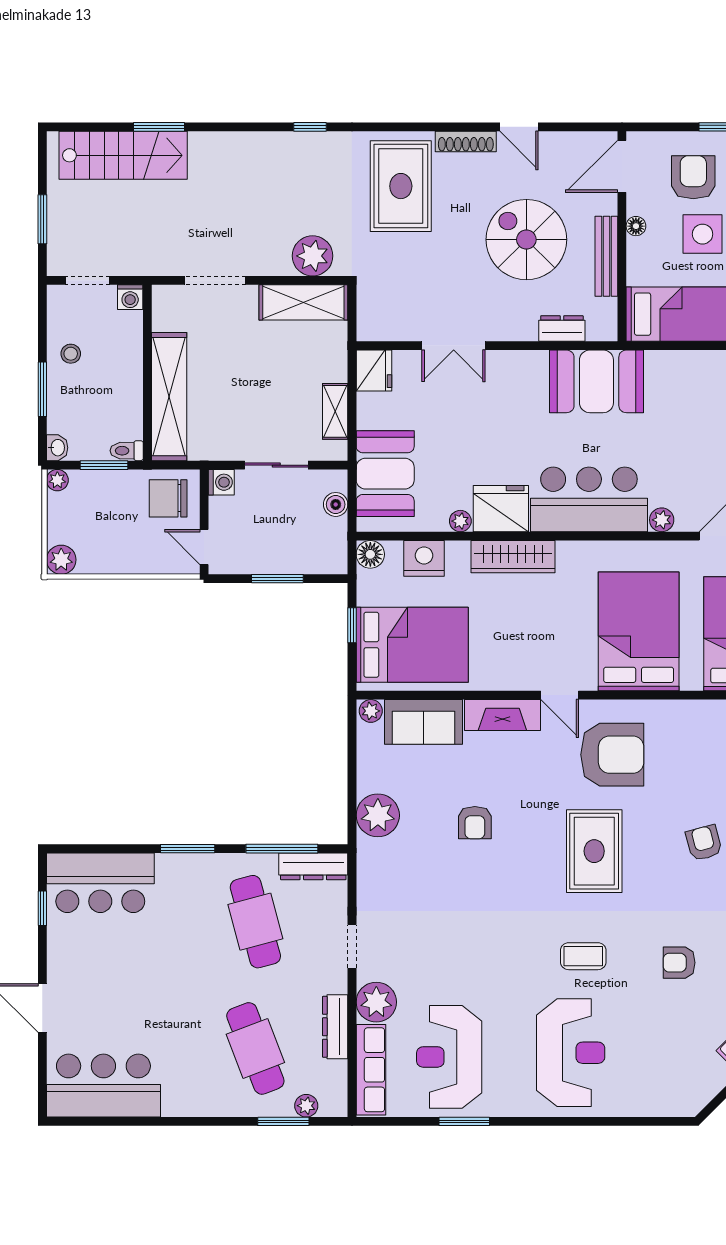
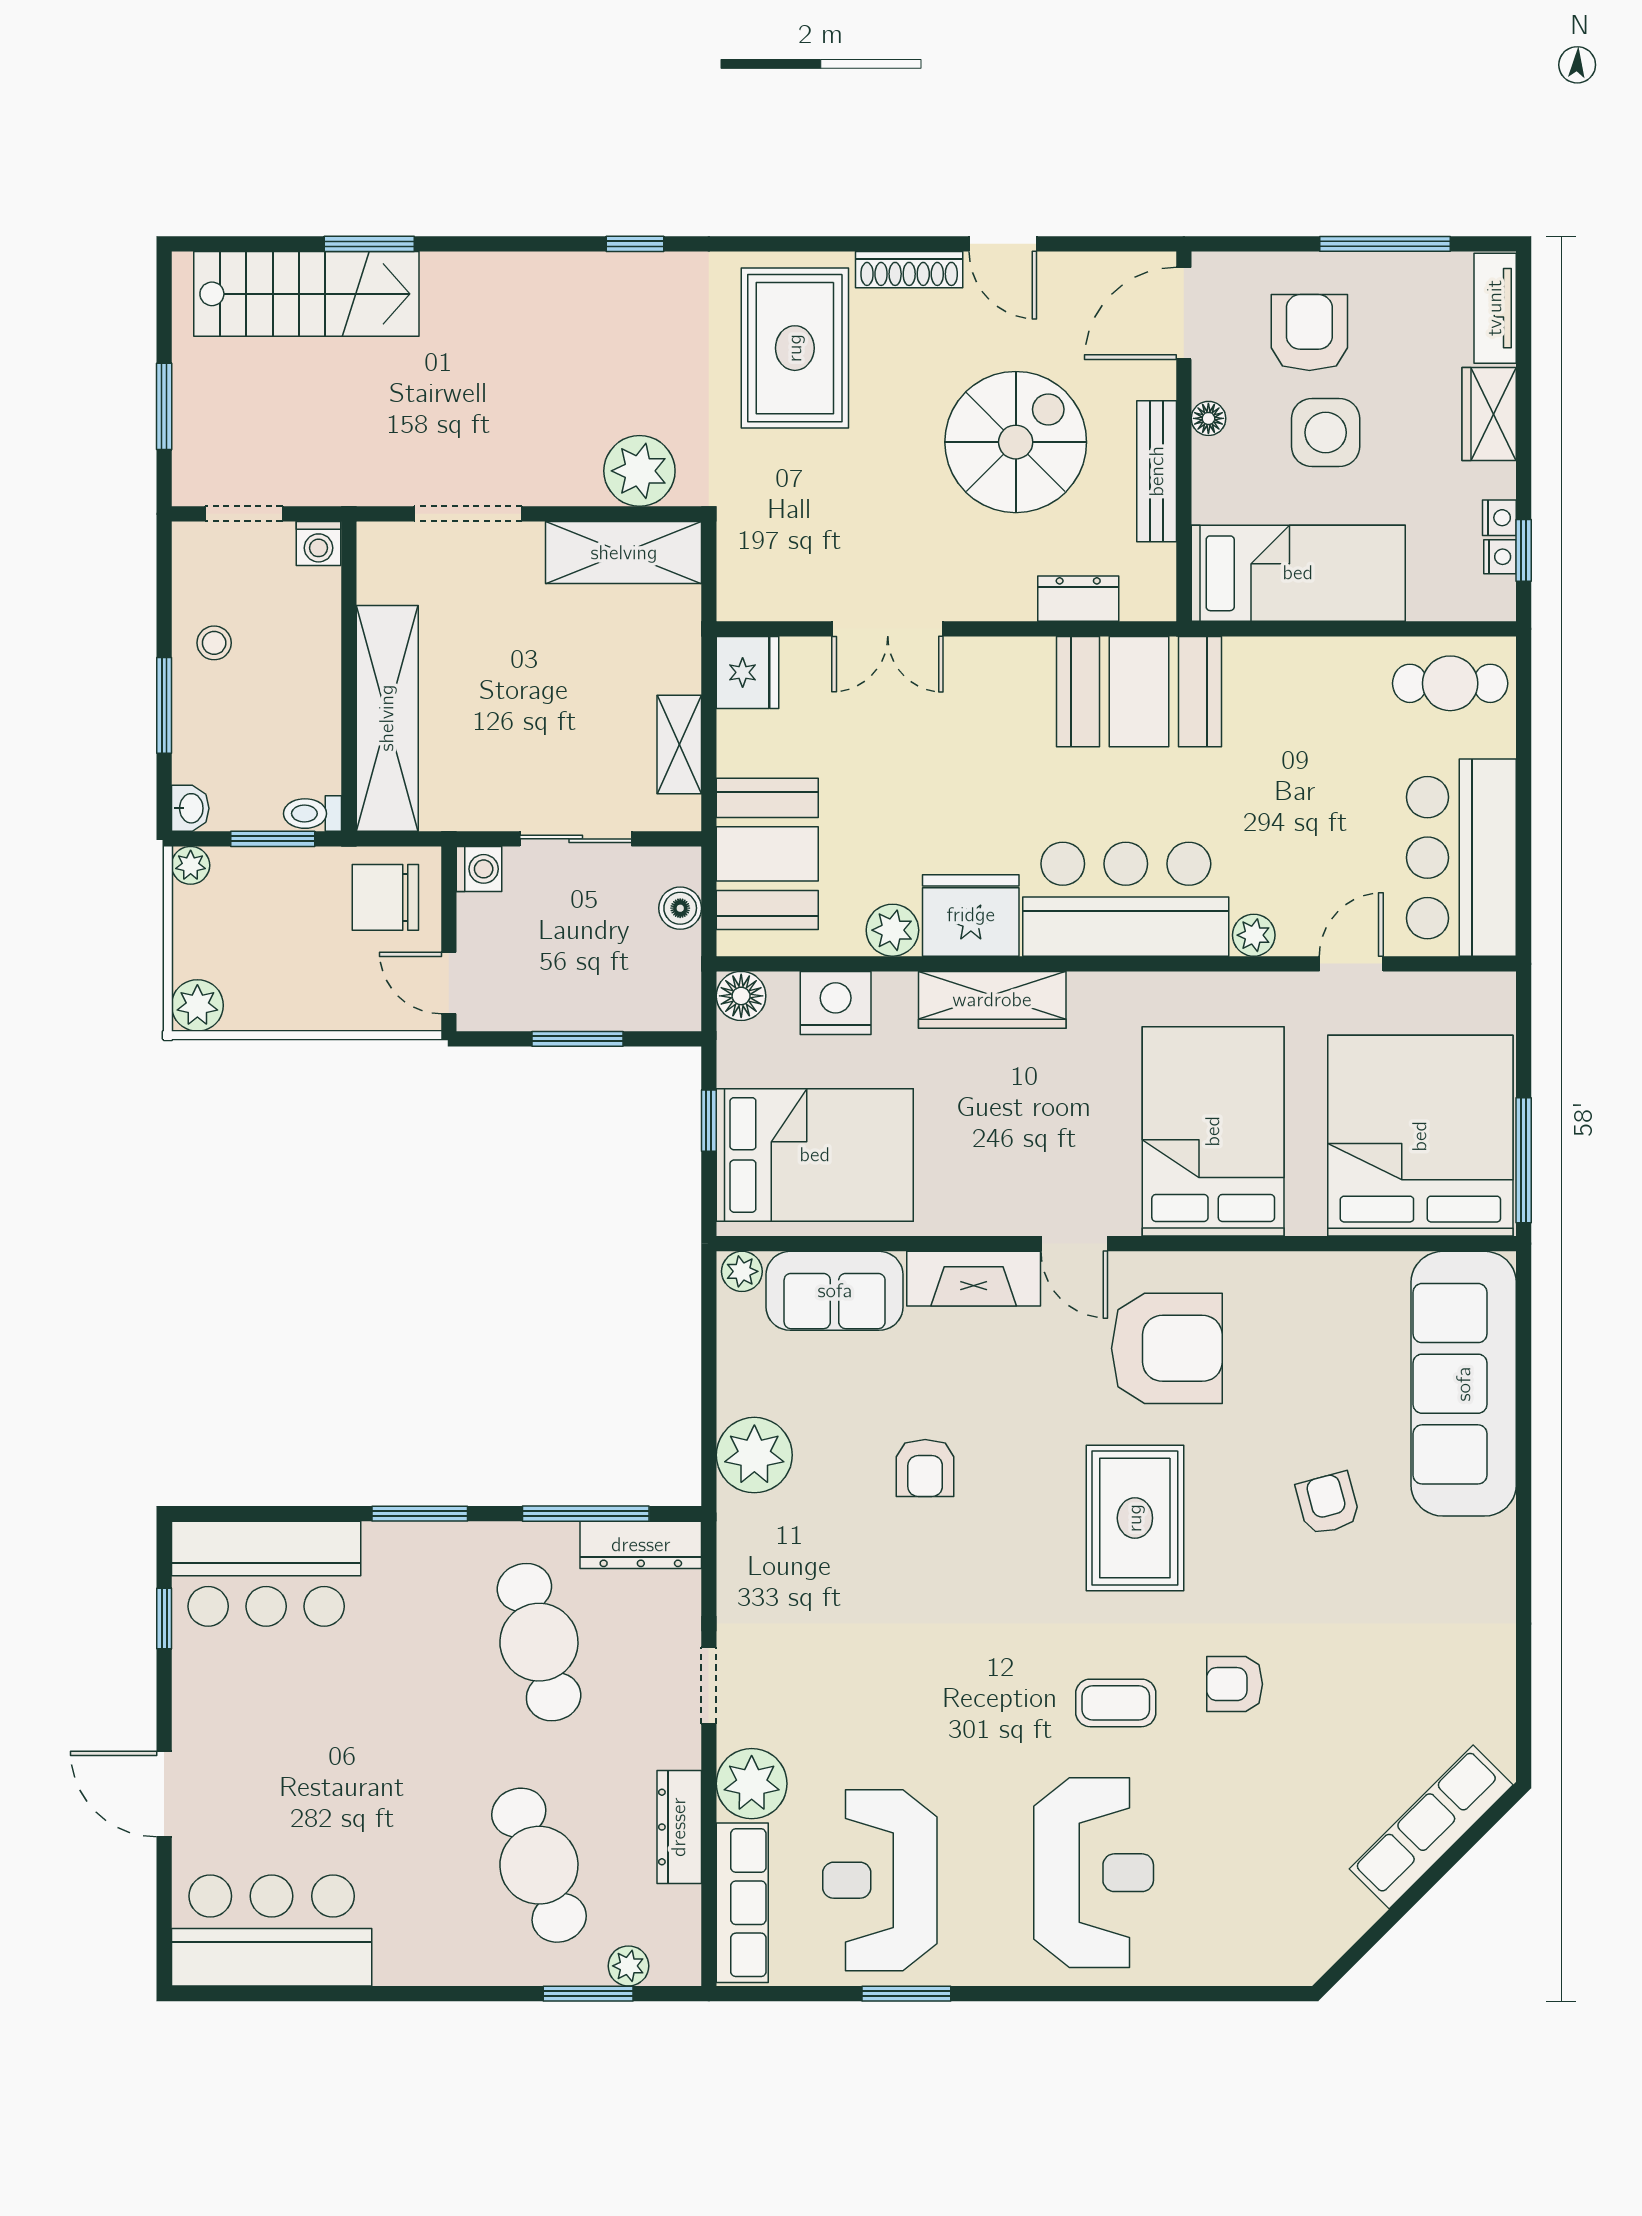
spiral stairs: (526, 240) -> (1016, 442), turned 90
plant: (460, 521) -> (892, 930), width x1.38, depth x1.38
armchair: (679, 963) -> (1235, 1684), moved

